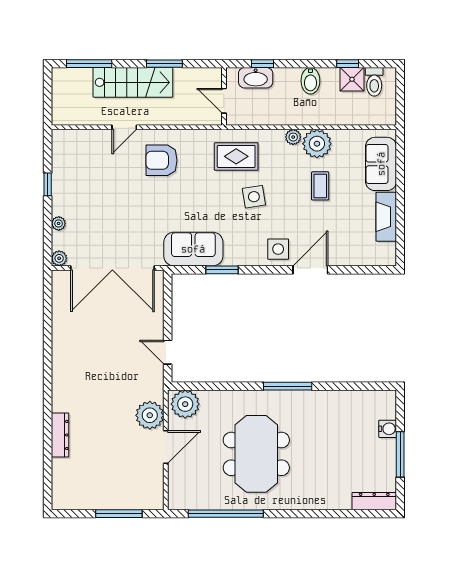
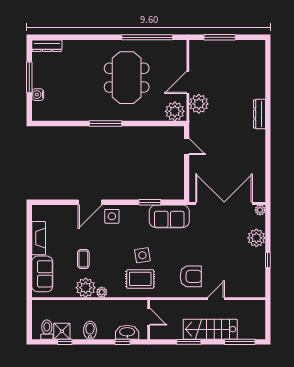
side table: (254, 197) -> (142, 255), moved
plant: (59, 223) -> (256, 238), width x1.87, depth x1.87
dresser: (60, 435) -> (259, 114), moved

